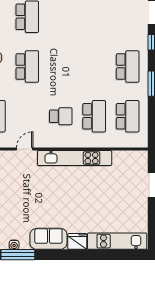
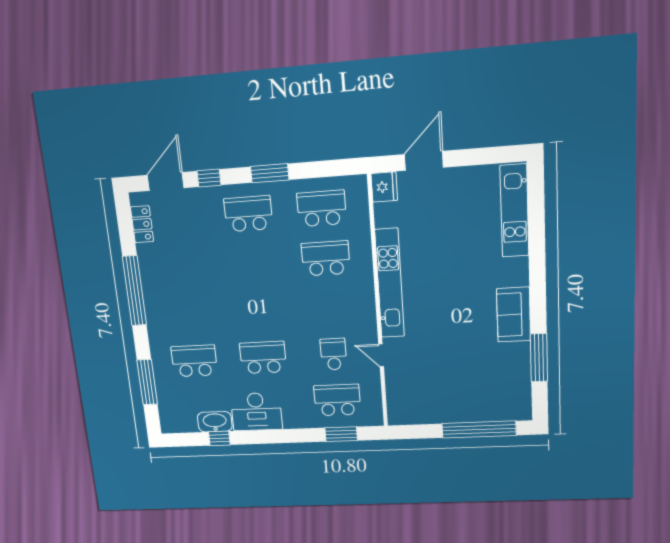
school desk: (61, 116) -> (334, 354), moved
fridge: (77, 241) -> (384, 187), moved, turned 180
water cooler: (14, 245) -> (524, 364), removed

